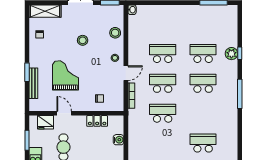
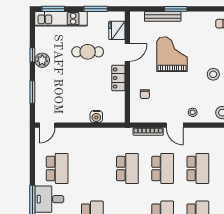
grand piano: (65, 75) -> (172, 54), turned -90
locker: (97, 121) -> (118, 78), moved

